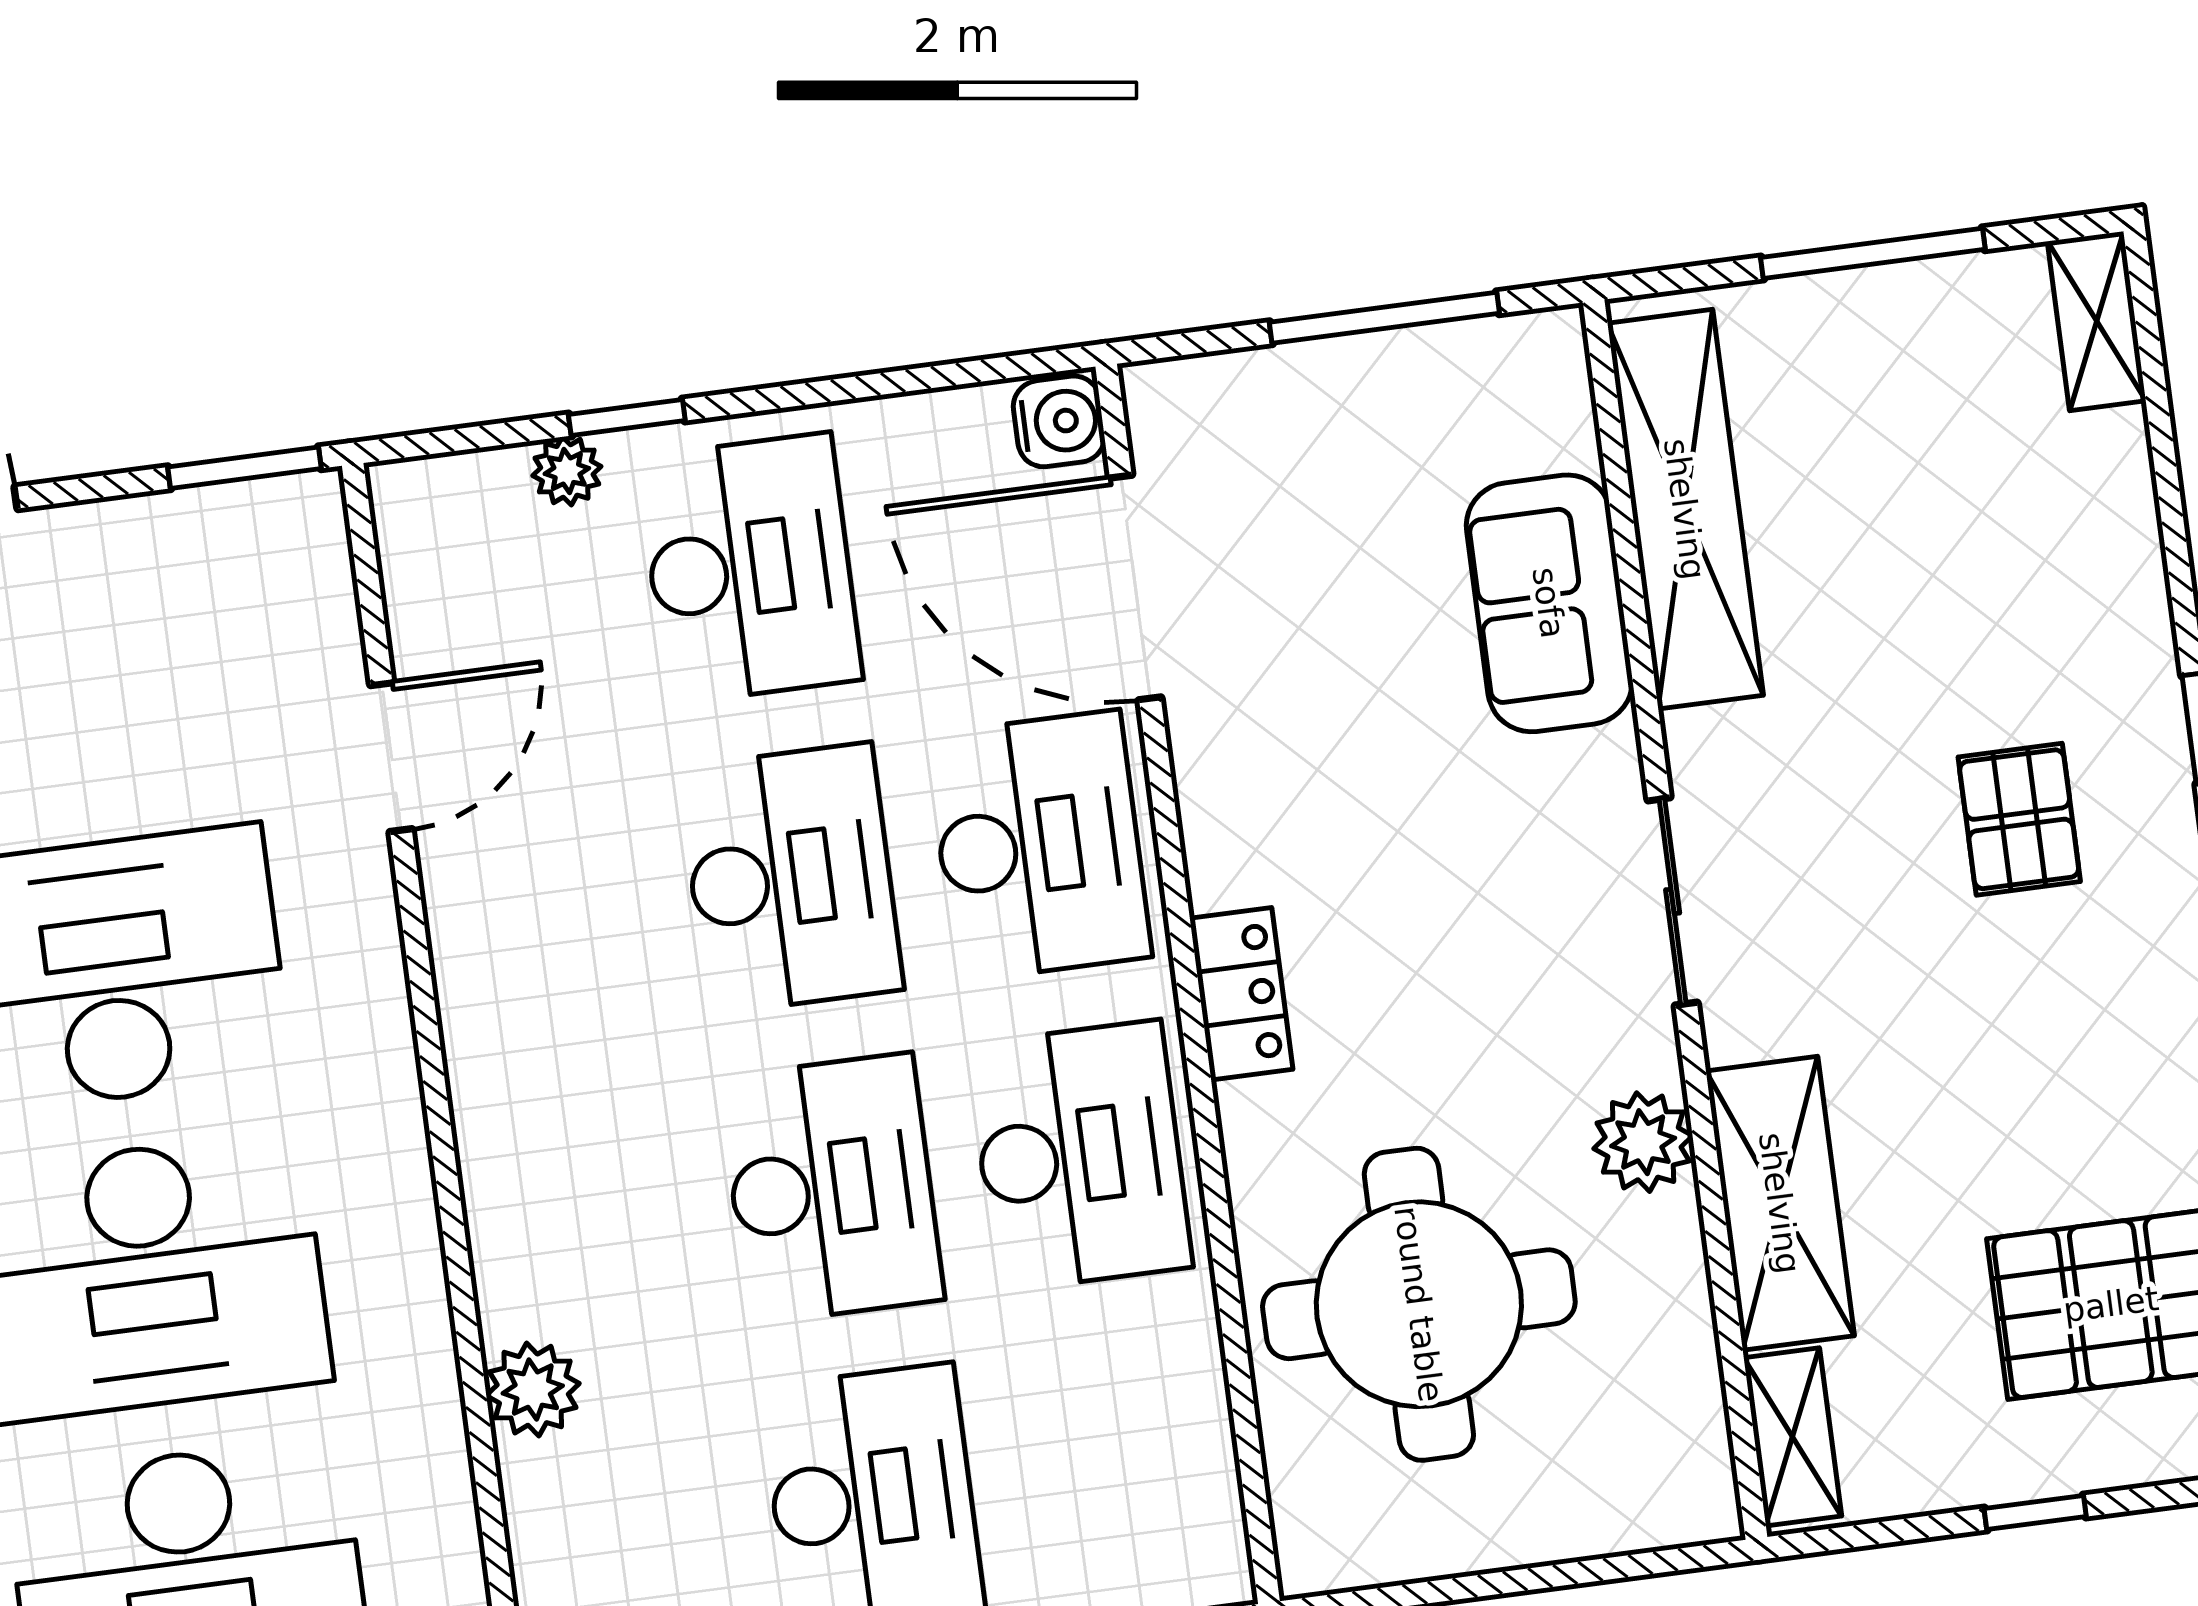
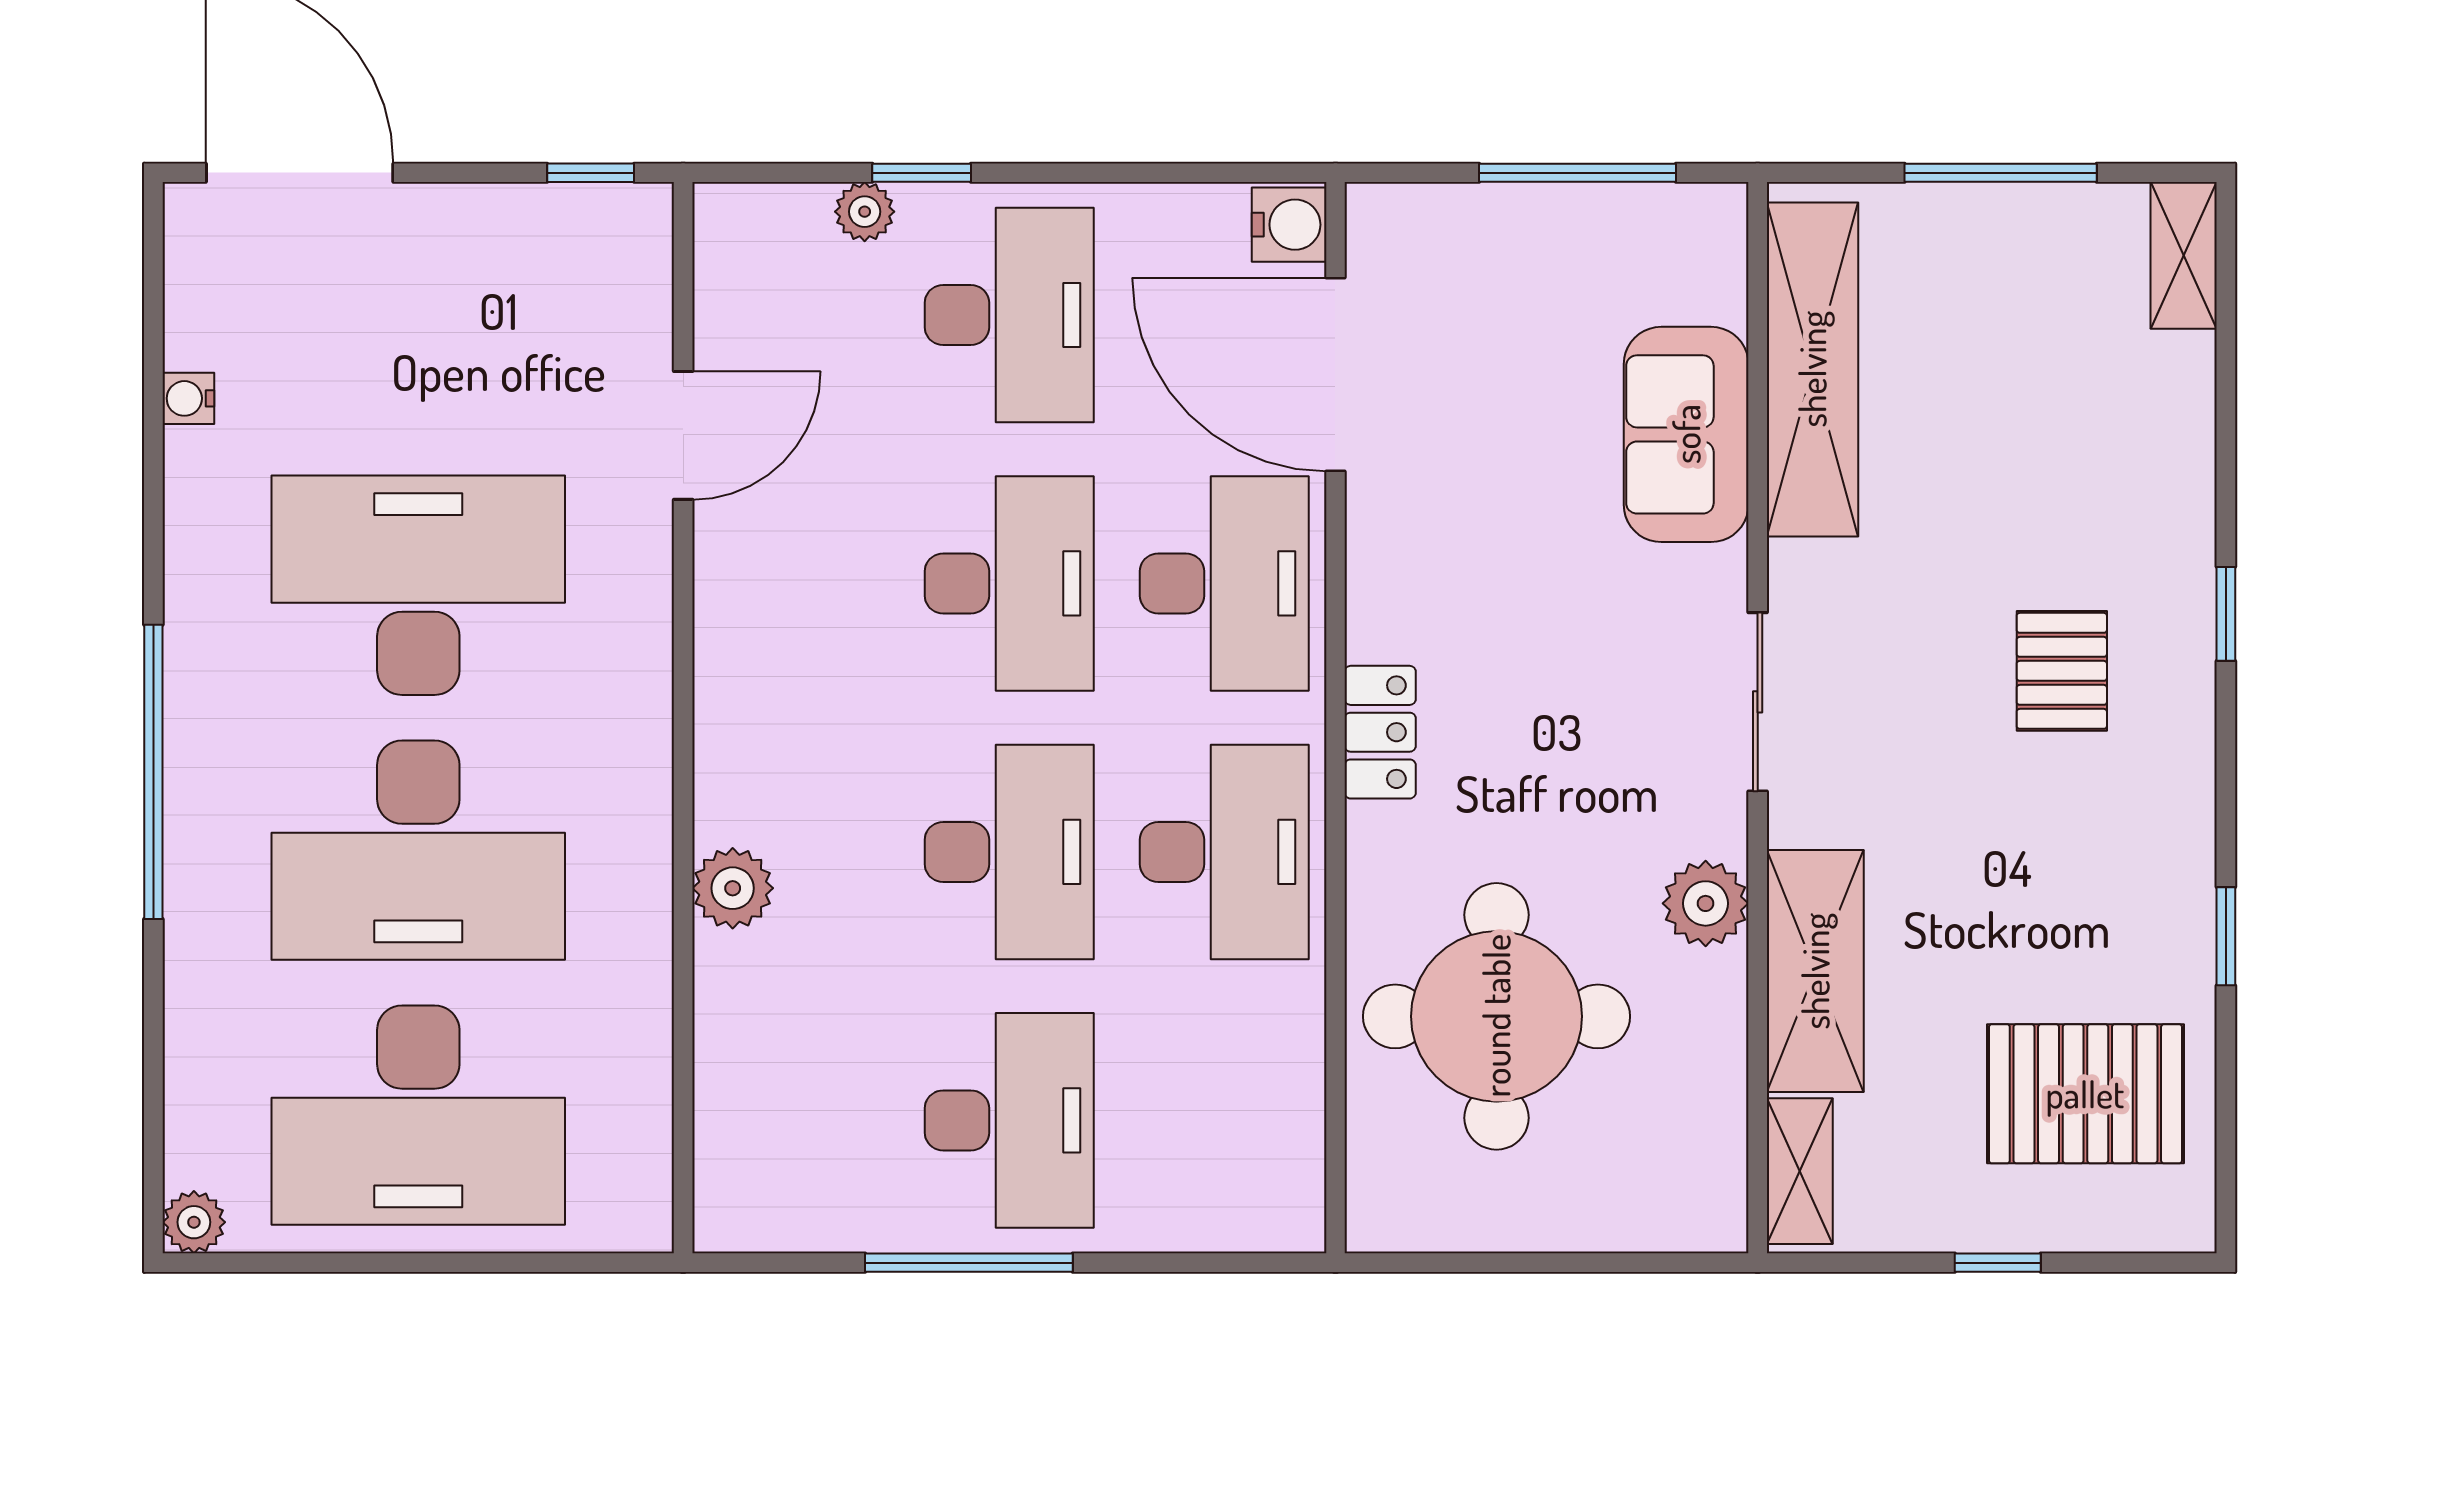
window: (245, 468) -> (591, 173), width x0.67
plant: (533, 1390) -> (733, 888), moved

